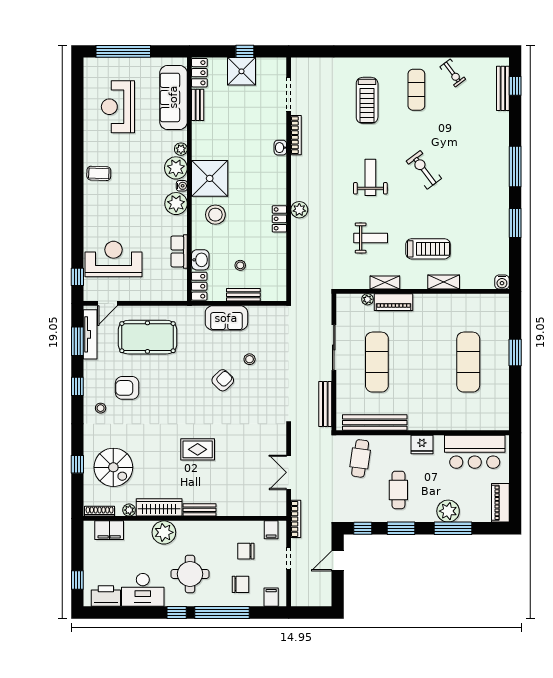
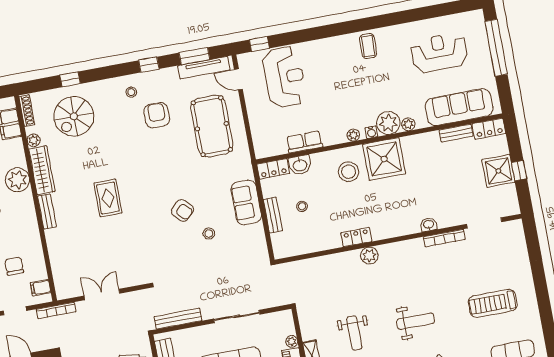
plant: (176, 204) -> (353, 135), width x0.53, depth x0.53

